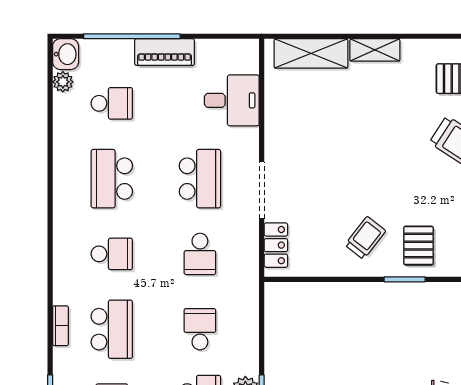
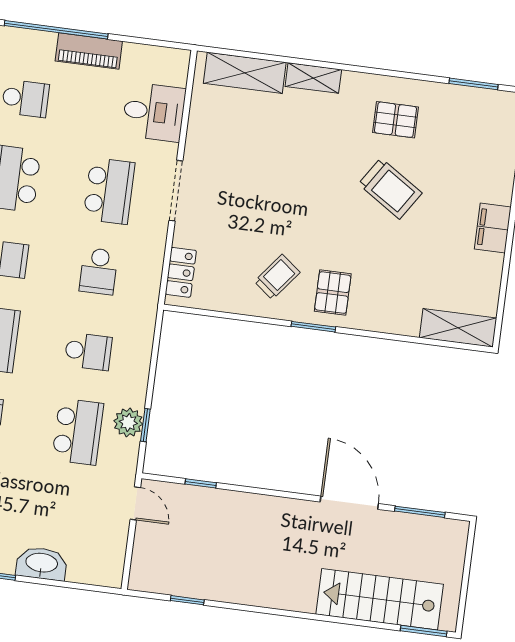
doorway: (262, 190) -> (176, 191), moved
school desk: (200, 329) -> (88, 351), turned 90

